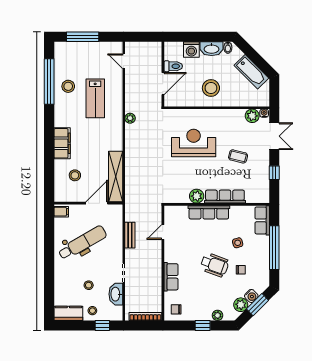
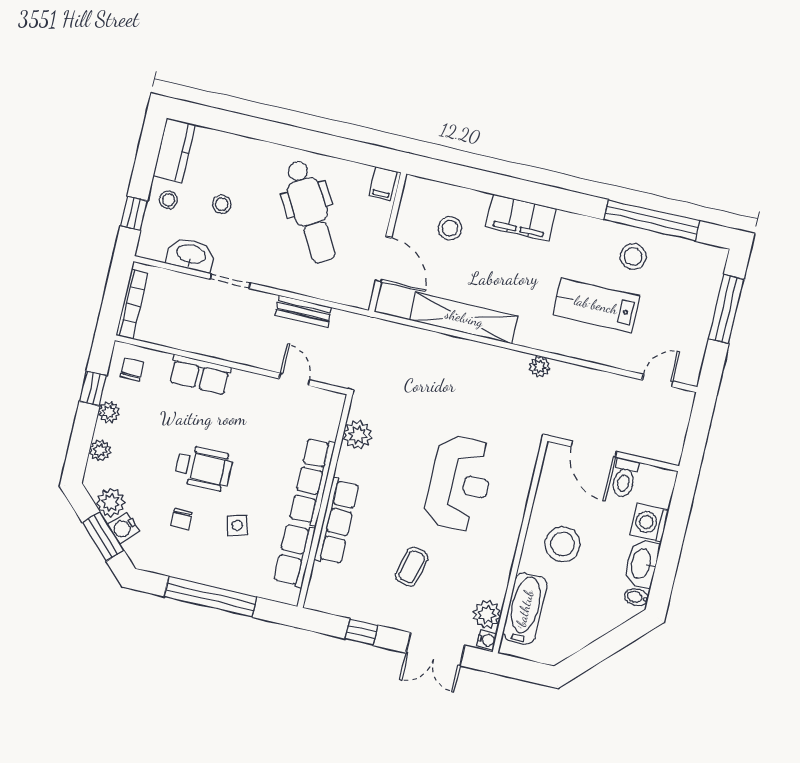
bathtub: (251, 72) -> (525, 608), moved, turned 135
shelving: (116, 177) -> (464, 318), moved
plant: (197, 196) -> (358, 435), moved
row of seats: (262, 220) -> (294, 555), moved, turned -90
wheelchair: (214, 265) -> (204, 468), turned -110
plant: (199, 315) -> (109, 412), added
window: (203, 325) -> (93, 388), moved

